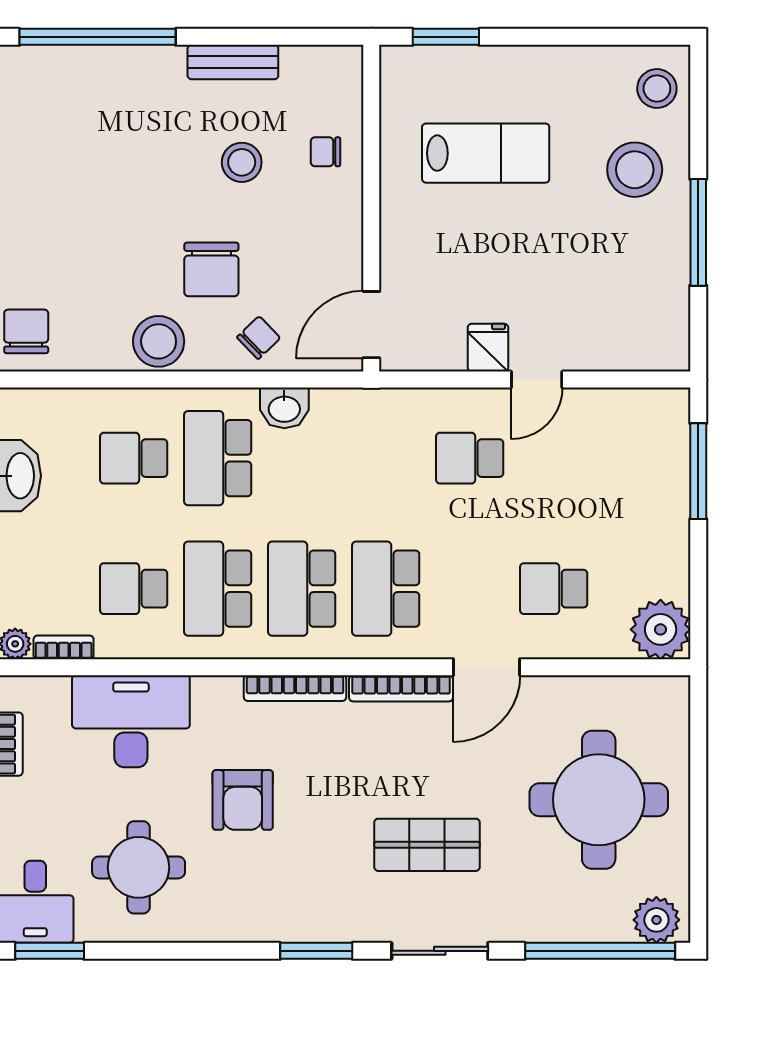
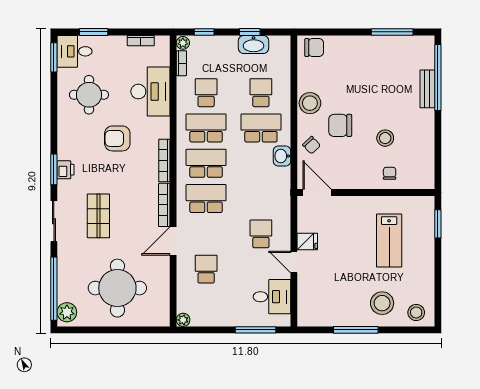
bench: (233, 62) -> (427, 89), moved
desk: (619, 432) -> (272, 297), added
plant: (661, 629) -> (183, 320), width x0.53, depth x0.53
door: (487, 667) -> (173, 241), hinge flipped
printer: (317, 923) -> (66, 170), added

